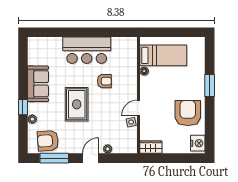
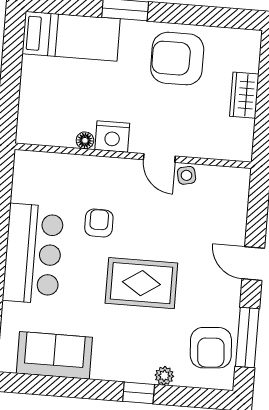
bed: (163, 55) -> (71, 36), moved, turned 90
sofa: (38, 84) -> (54, 355), moved
nightstand: (198, 143) -> (112, 137), moved, turned 180
wardrobe: (151, 147) -> (244, 95), moved
plant: (108, 149) -> (237, 227), removed

